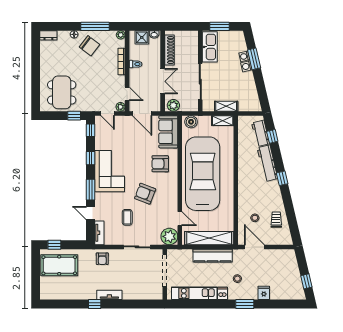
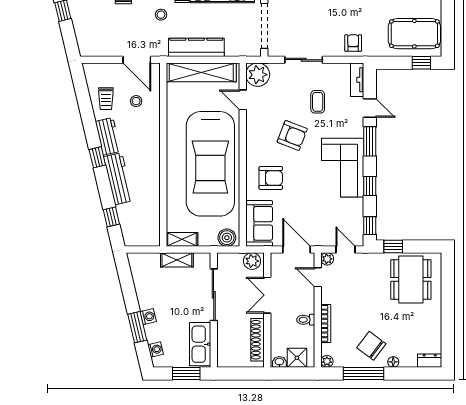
washing machine: (244, 56) -> (155, 349), moved
workbench: (261, 133) -> (108, 136), moved

